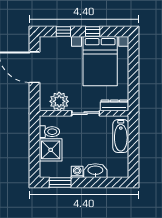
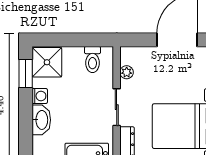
plant: (59, 101) -> (127, 72), width x0.53, depth x0.53
shower: (51, 150) -> (47, 62), moved

